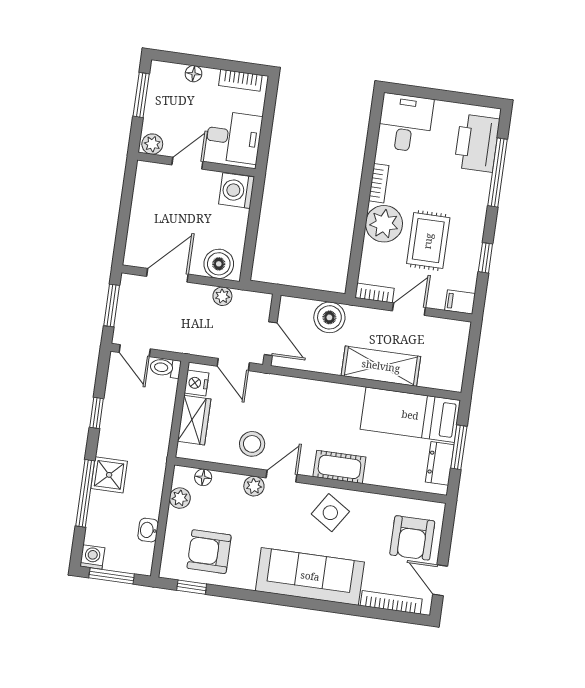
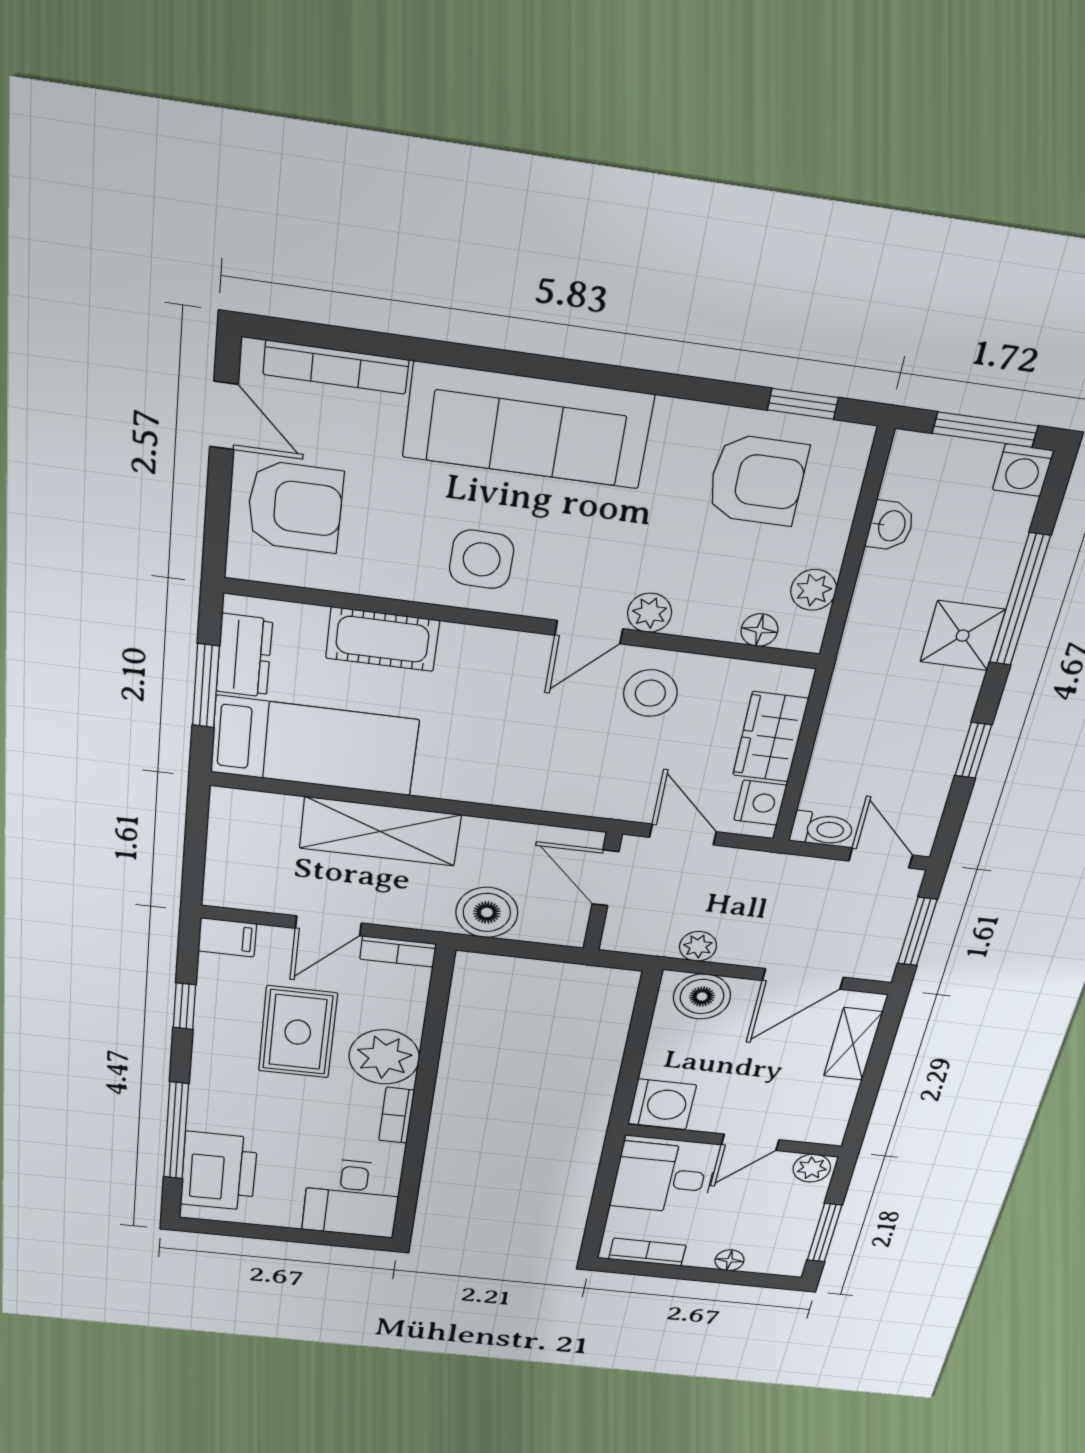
shelving: (138, 232) -> (853, 1044), added
cot: (339, 467) -> (382, 639), moved
side table: (330, 513) -> (482, 559), turned -32
armchair: (412, 538) -> (295, 507), turned 90

